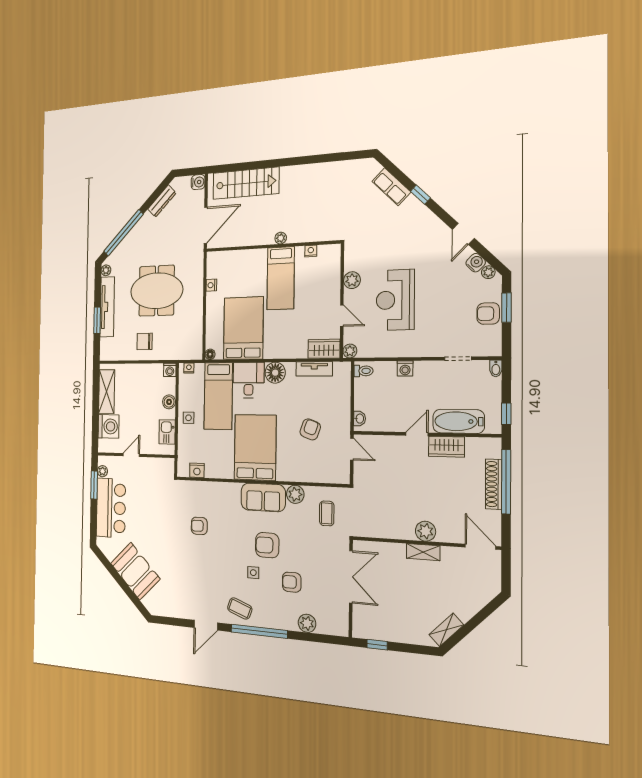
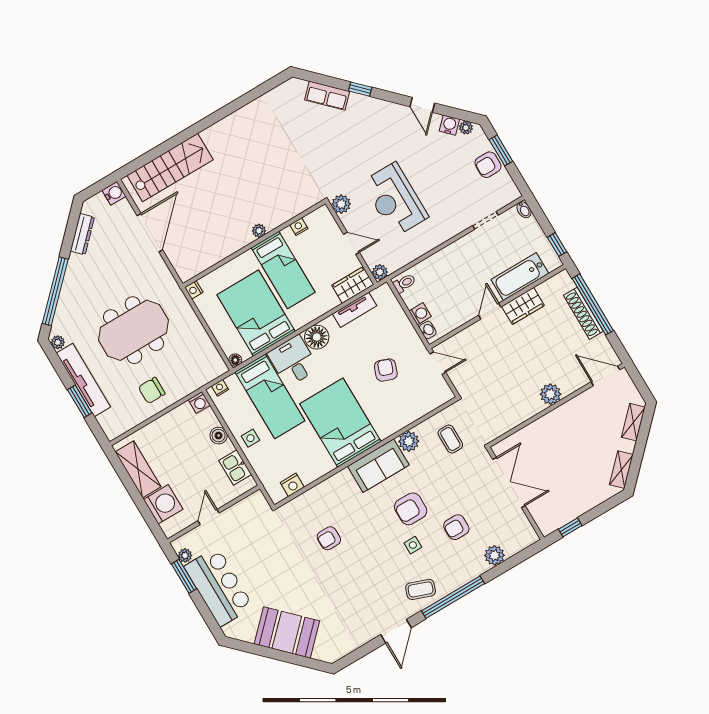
plant: (281, 238) -> (259, 231), moved
wall: (272, 246) -> (254, 244), moved
nightstand: (311, 251) -> (299, 227), moved
bed: (281, 278) -> (283, 270), moved
washing machine: (405, 368) -> (420, 314), moved, turned -90
shelving: (423, 552) -> (633, 422), moved, turned -45

